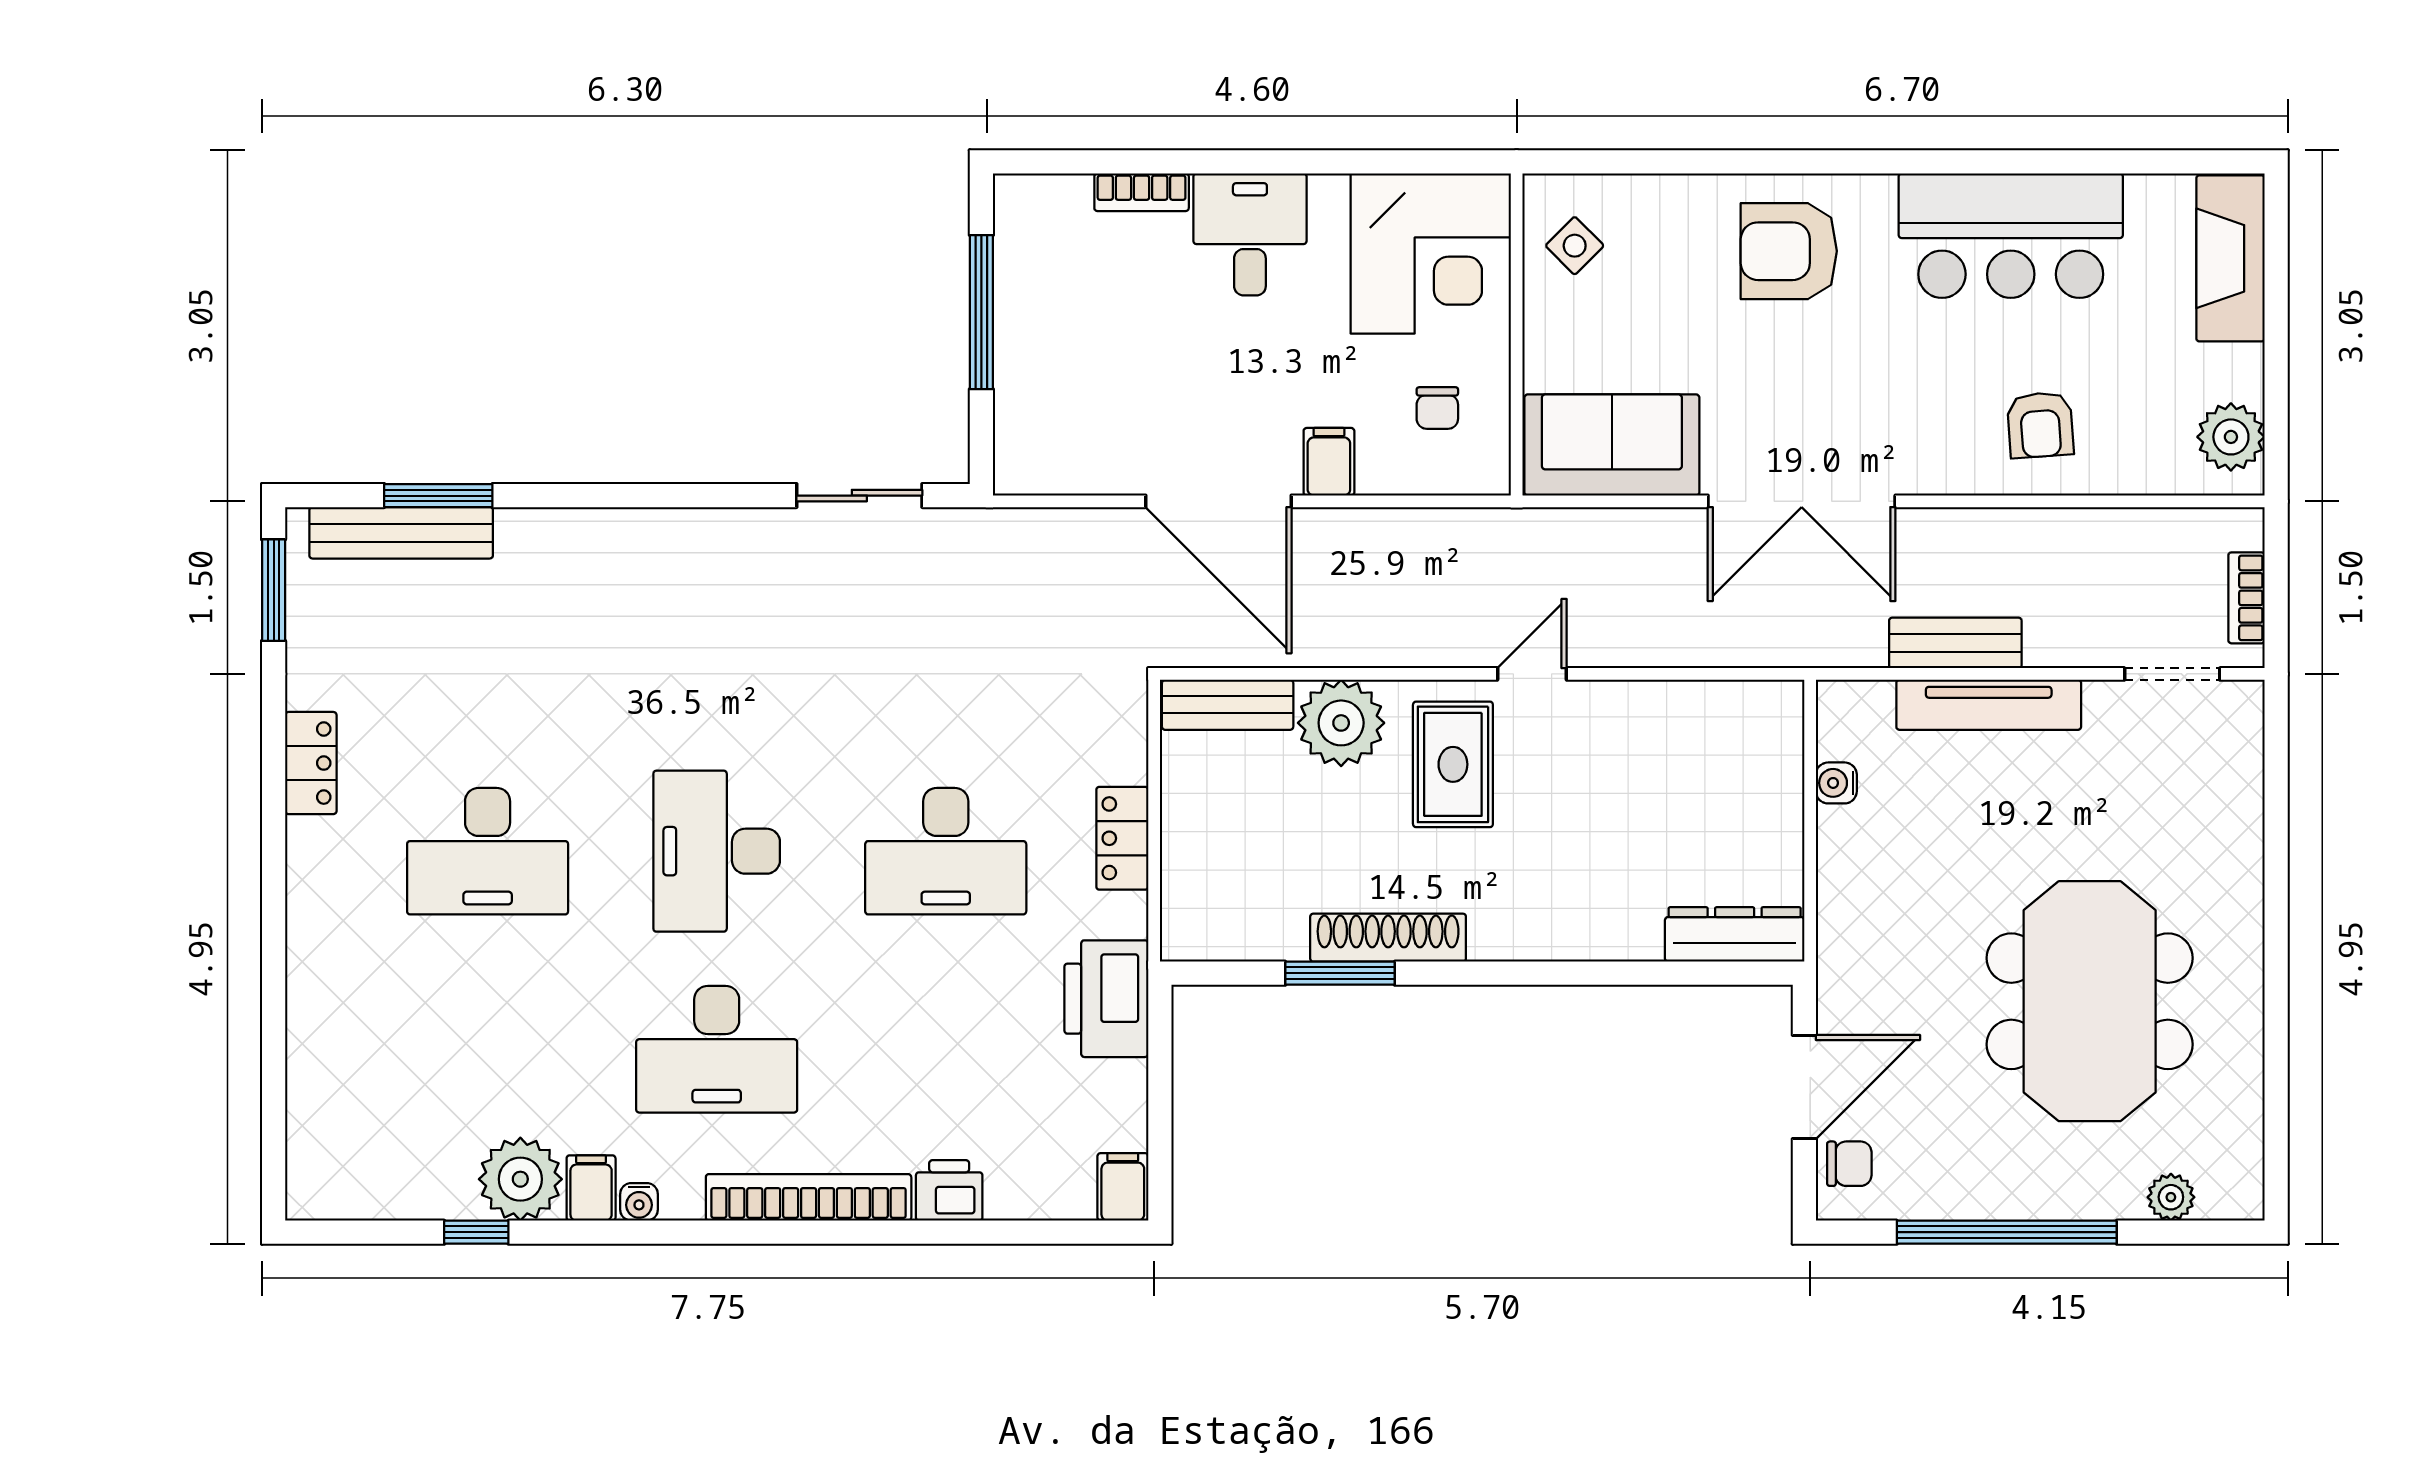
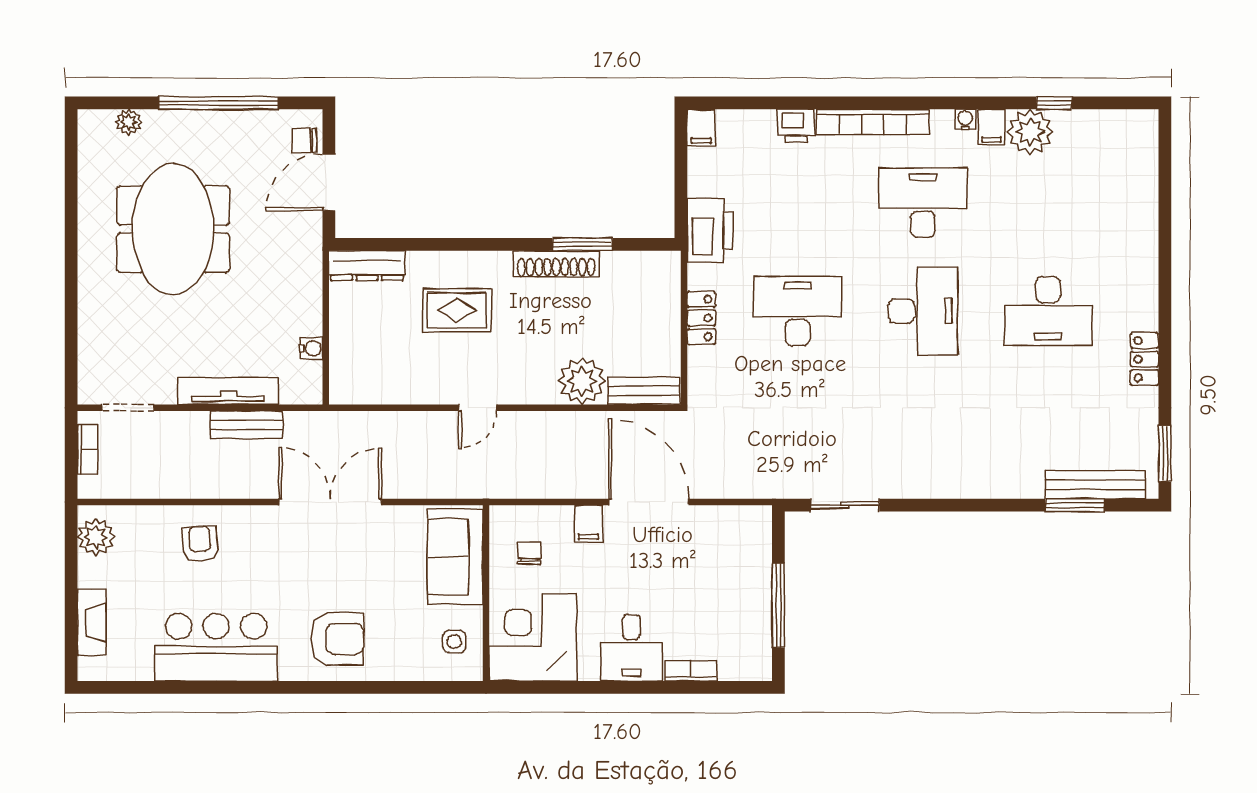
side table: (1575, 246) -> (454, 642), turned 45
fireplace: (2230, 258) -> (92, 623), width x0.73, depth x0.76
sofa: (1612, 445) -> (455, 557), moved, turned 90
rug: (1453, 764) -> (457, 310), moved, turned 90
desk: (488, 851) -> (1048, 311), turned 180

